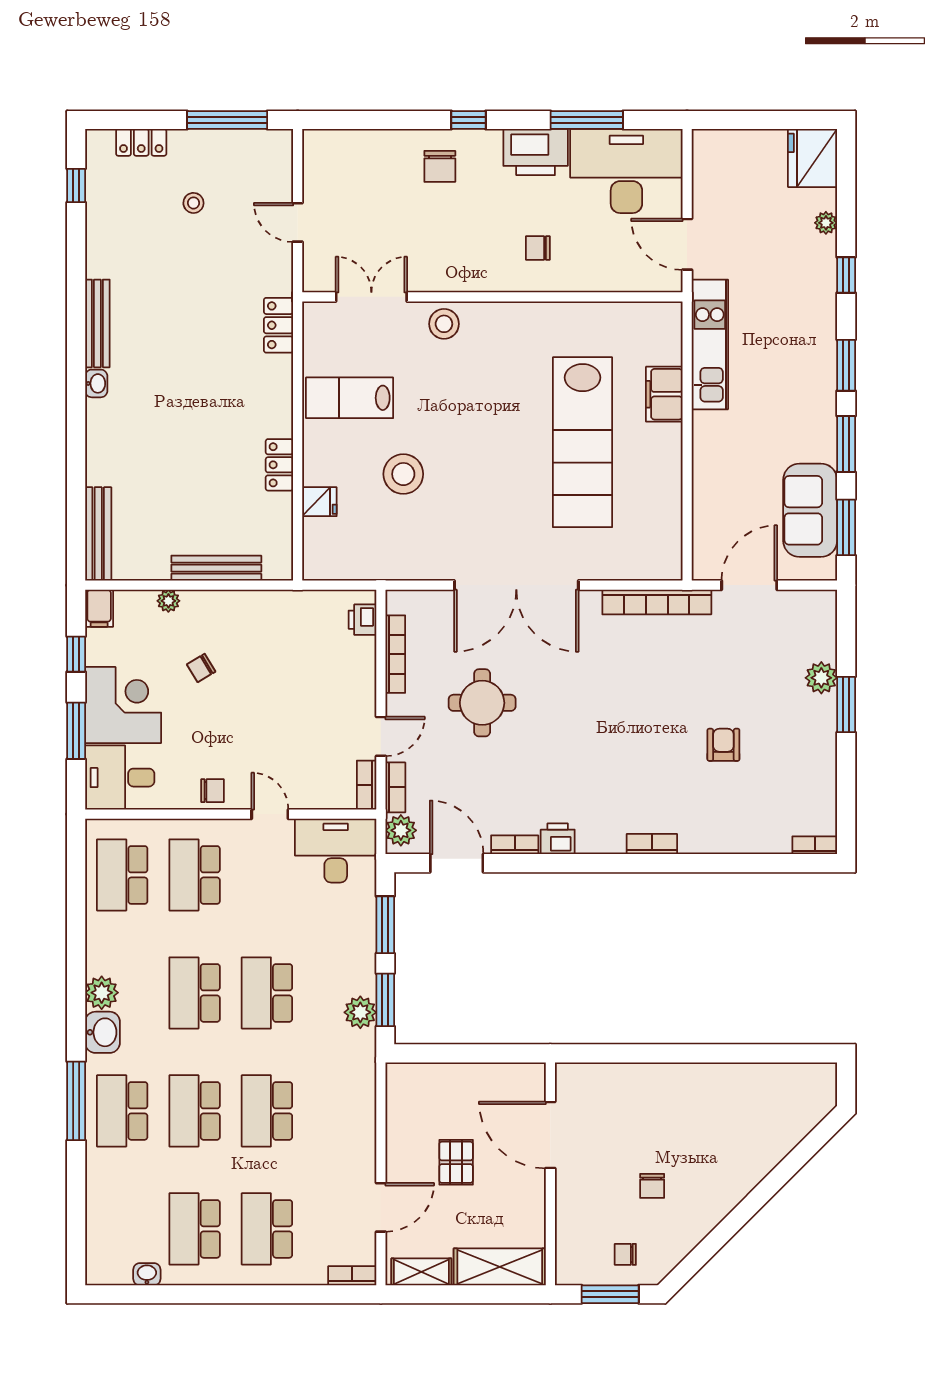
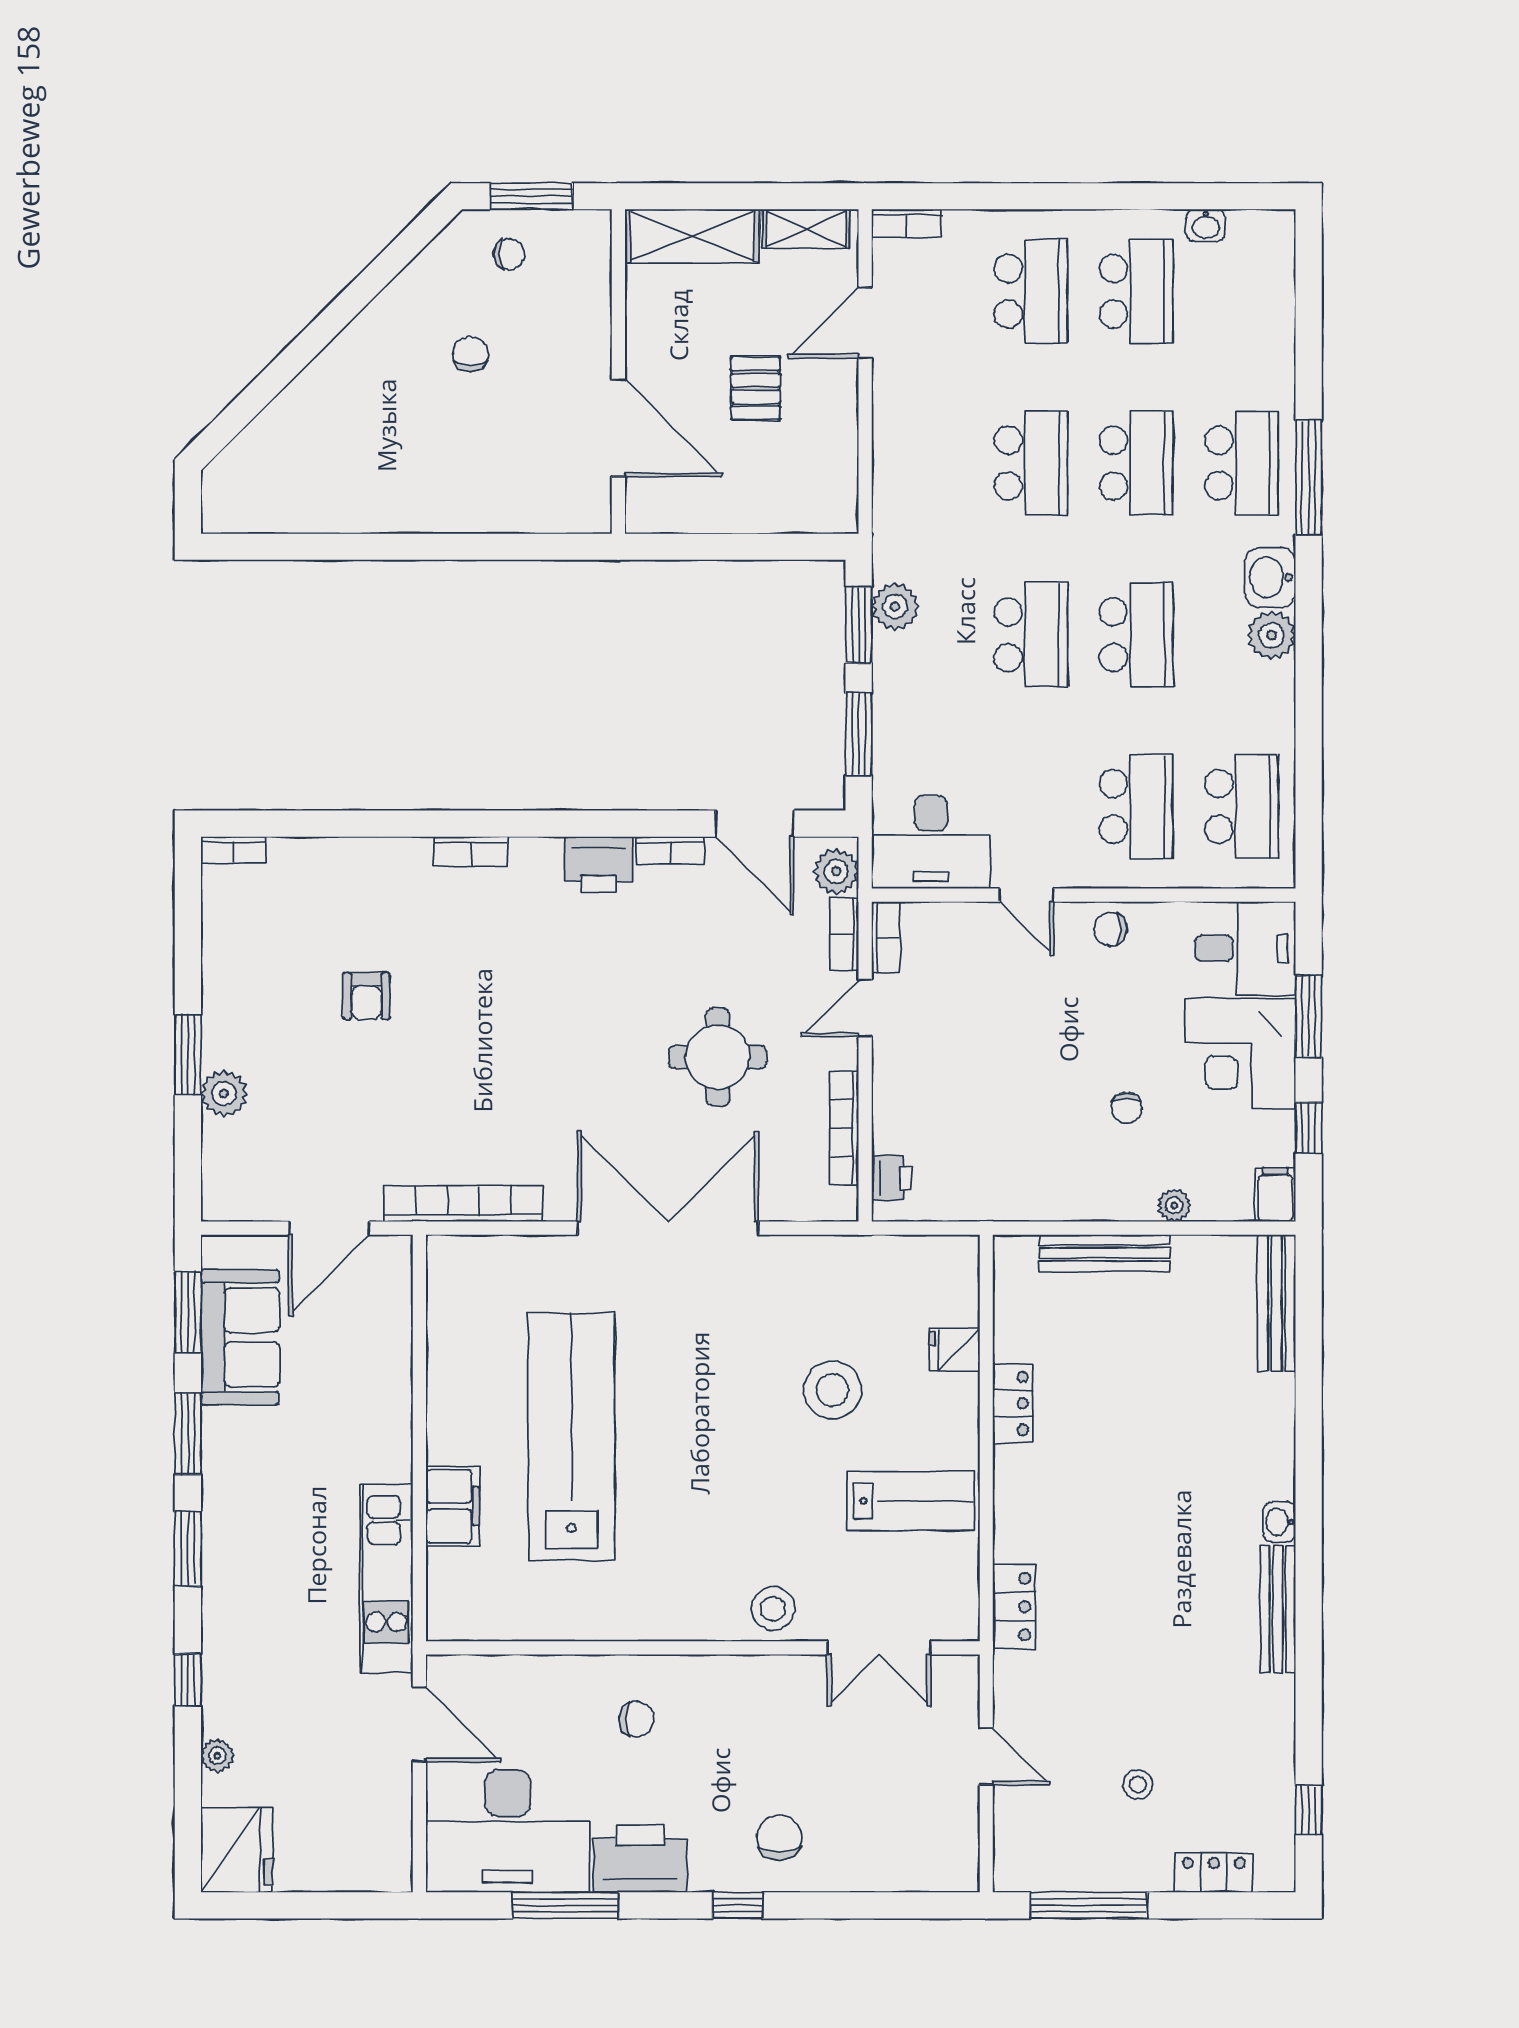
chair: (201, 668) -> (1127, 1108), turned 121
printer: (558, 839) -> (599, 865), width x1.36, depth x1.24

